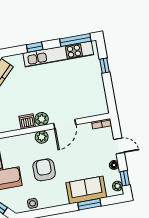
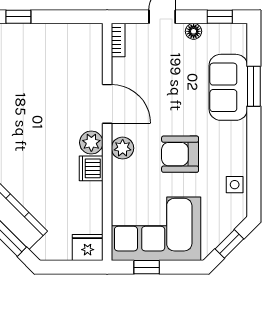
plant: (117, 186) -> (231, 32), removed

